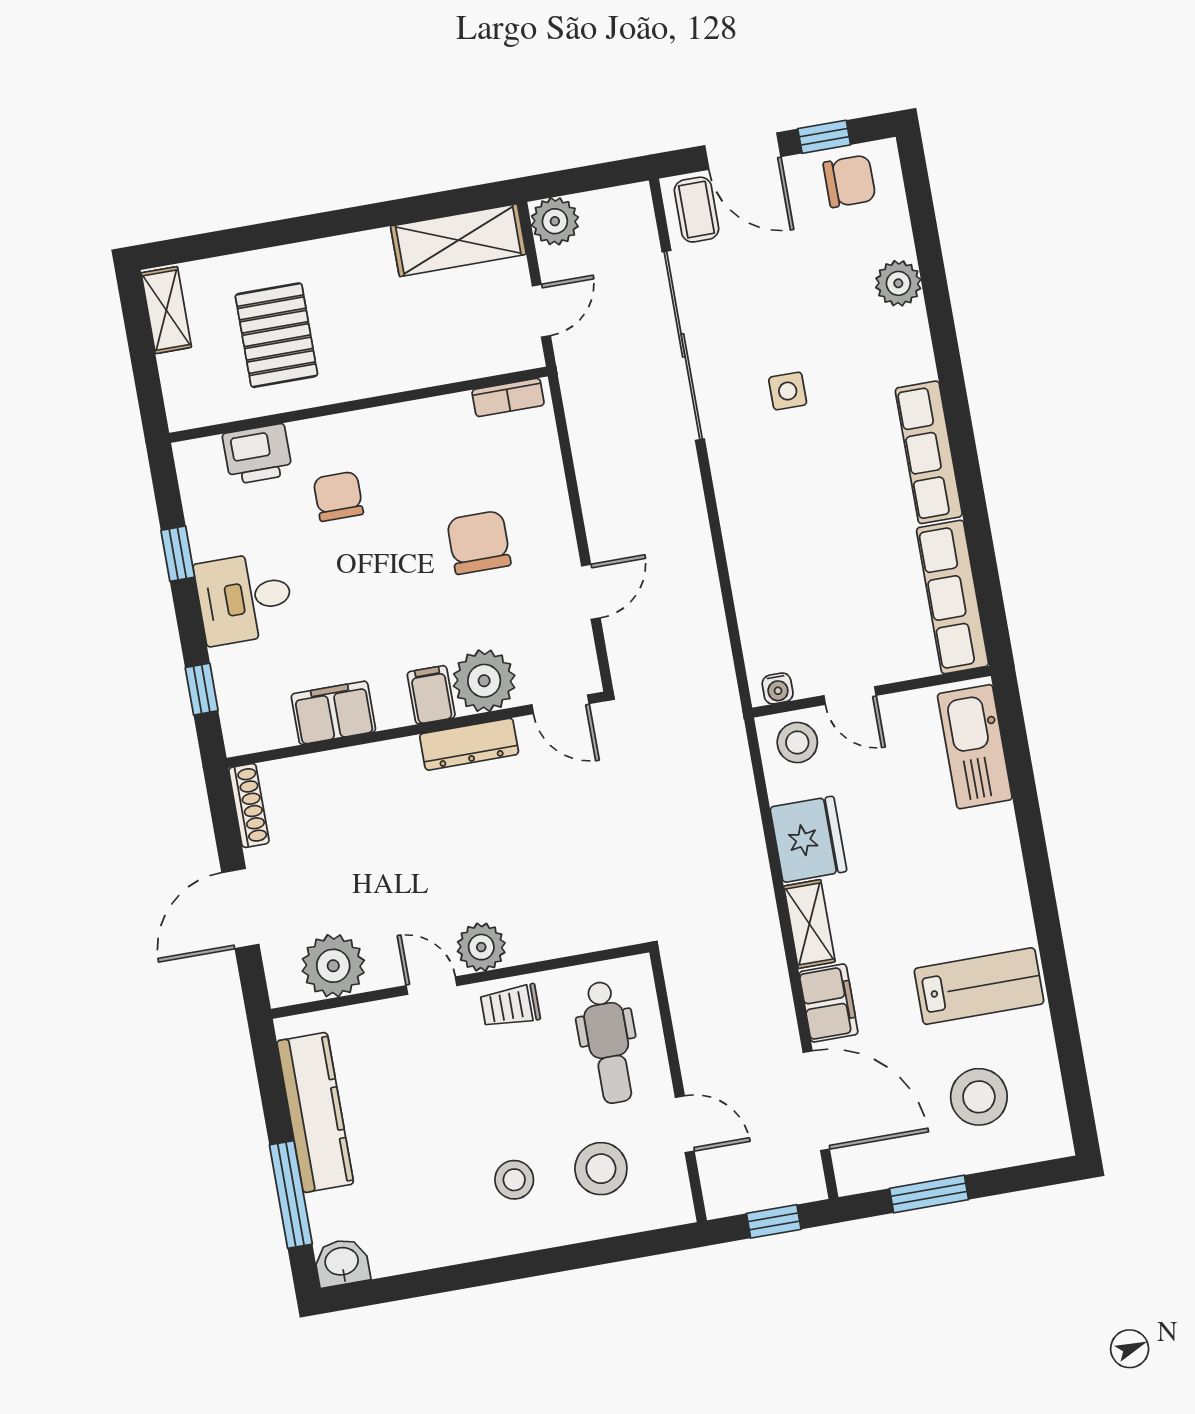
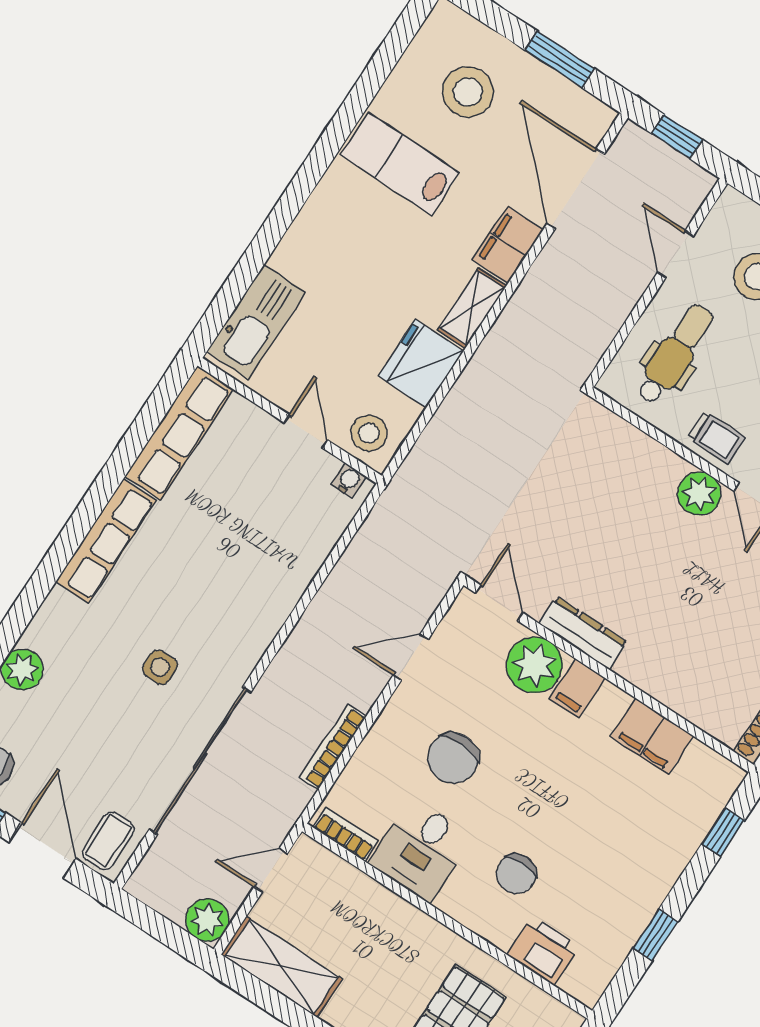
bookcase: (585, 459) -> (333, 747), added
desk: (245, 598) -> (421, 850), moved, turned 90

